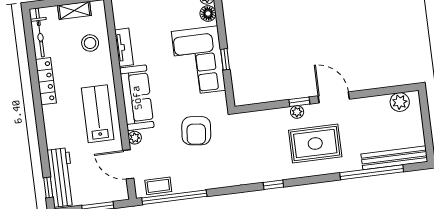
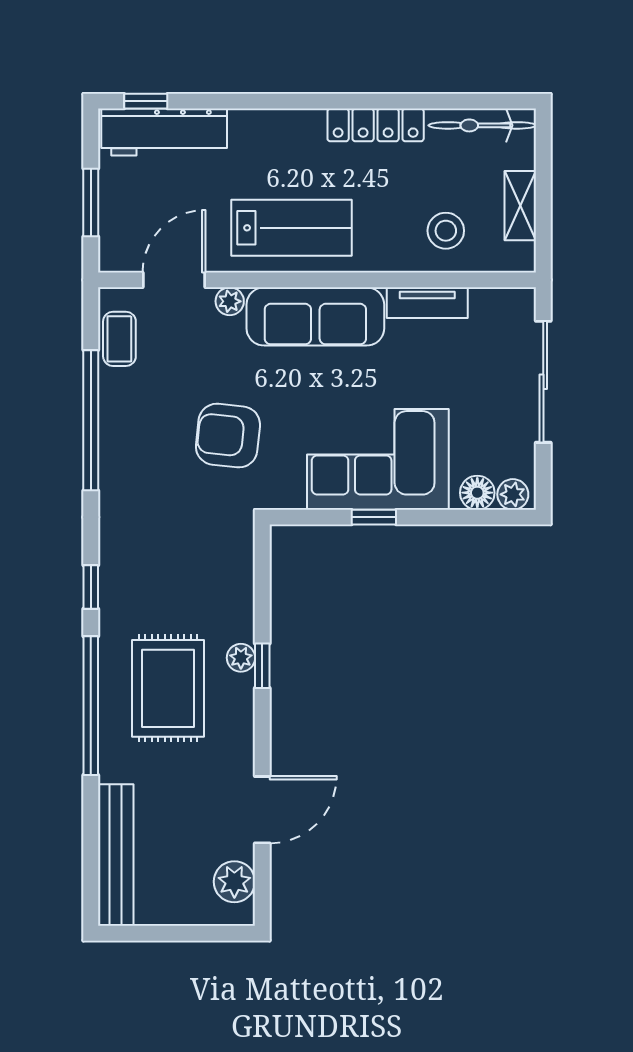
door: (334, 97) -> (262, 810), moved
window: (372, 172) -> (91, 706), moved
window: (174, 197) -> (91, 420), moved

